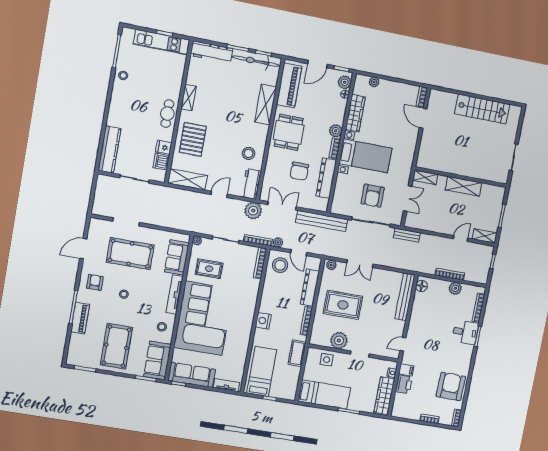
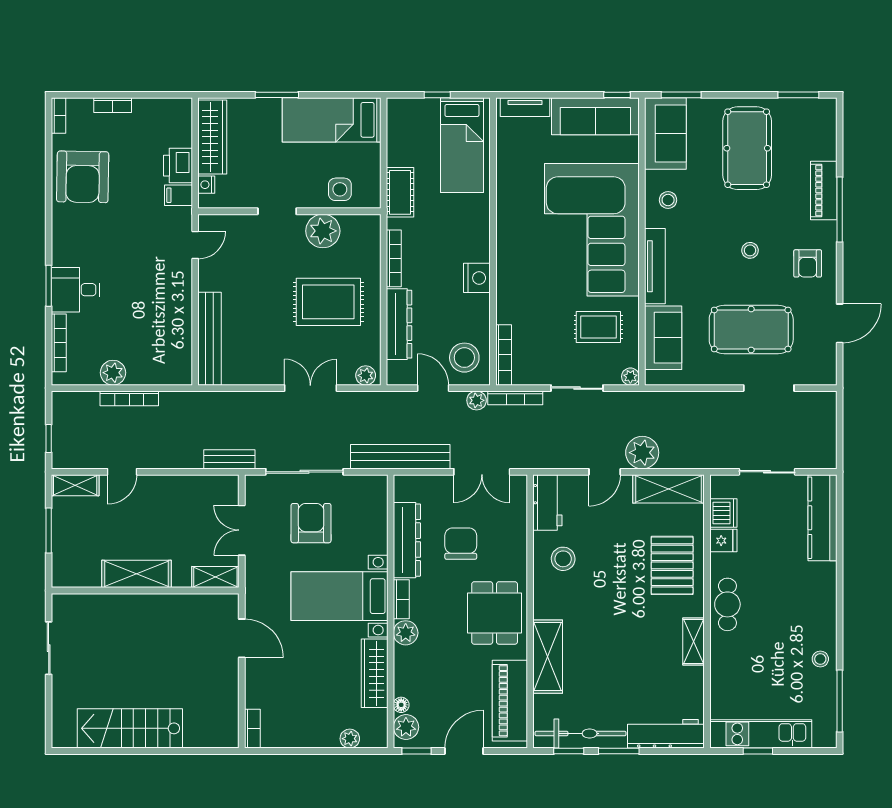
door: (423, 118) -> (242, 638), moved
plant: (253, 211) -> (642, 453), moved
floor lamp: (421, 286) -> (181, 365), removed
nightstand: (263, 321) -> (477, 278), moved

